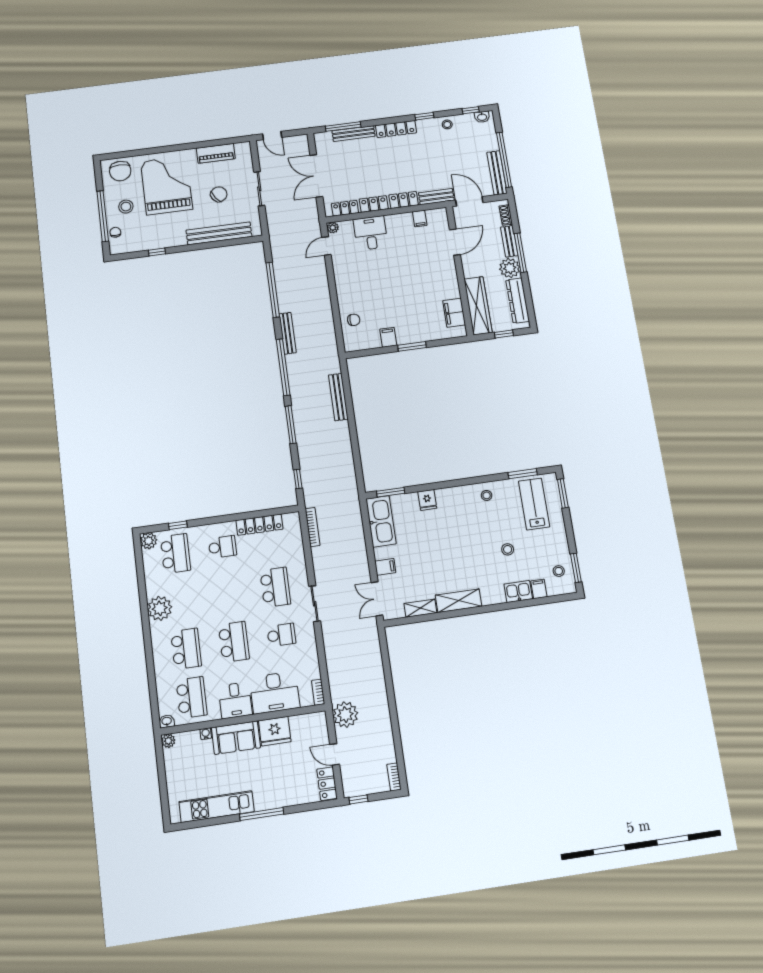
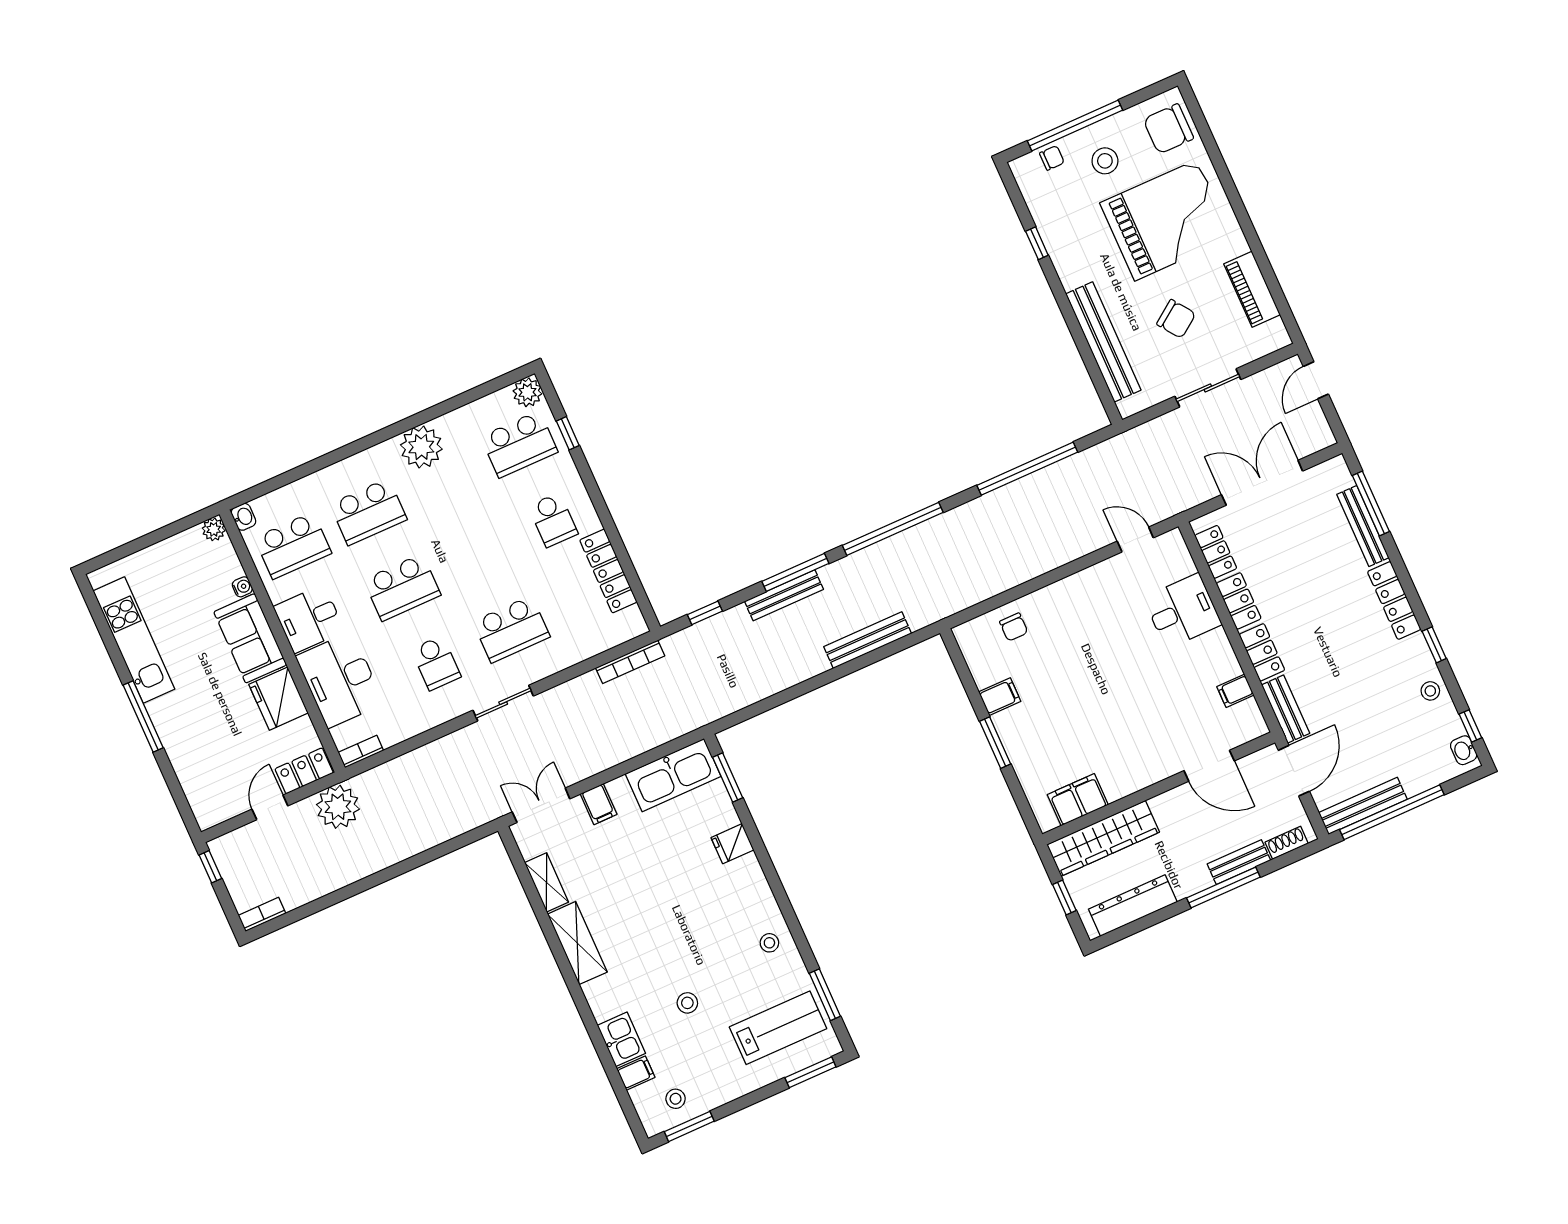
plant: (333, 228) -> (1173, 541), removed
plant: (510, 268) -> (1189, 876), removed
bench: (288, 333) -> (784, 595), moved
locker: (327, 784) -> (304, 771), moved

